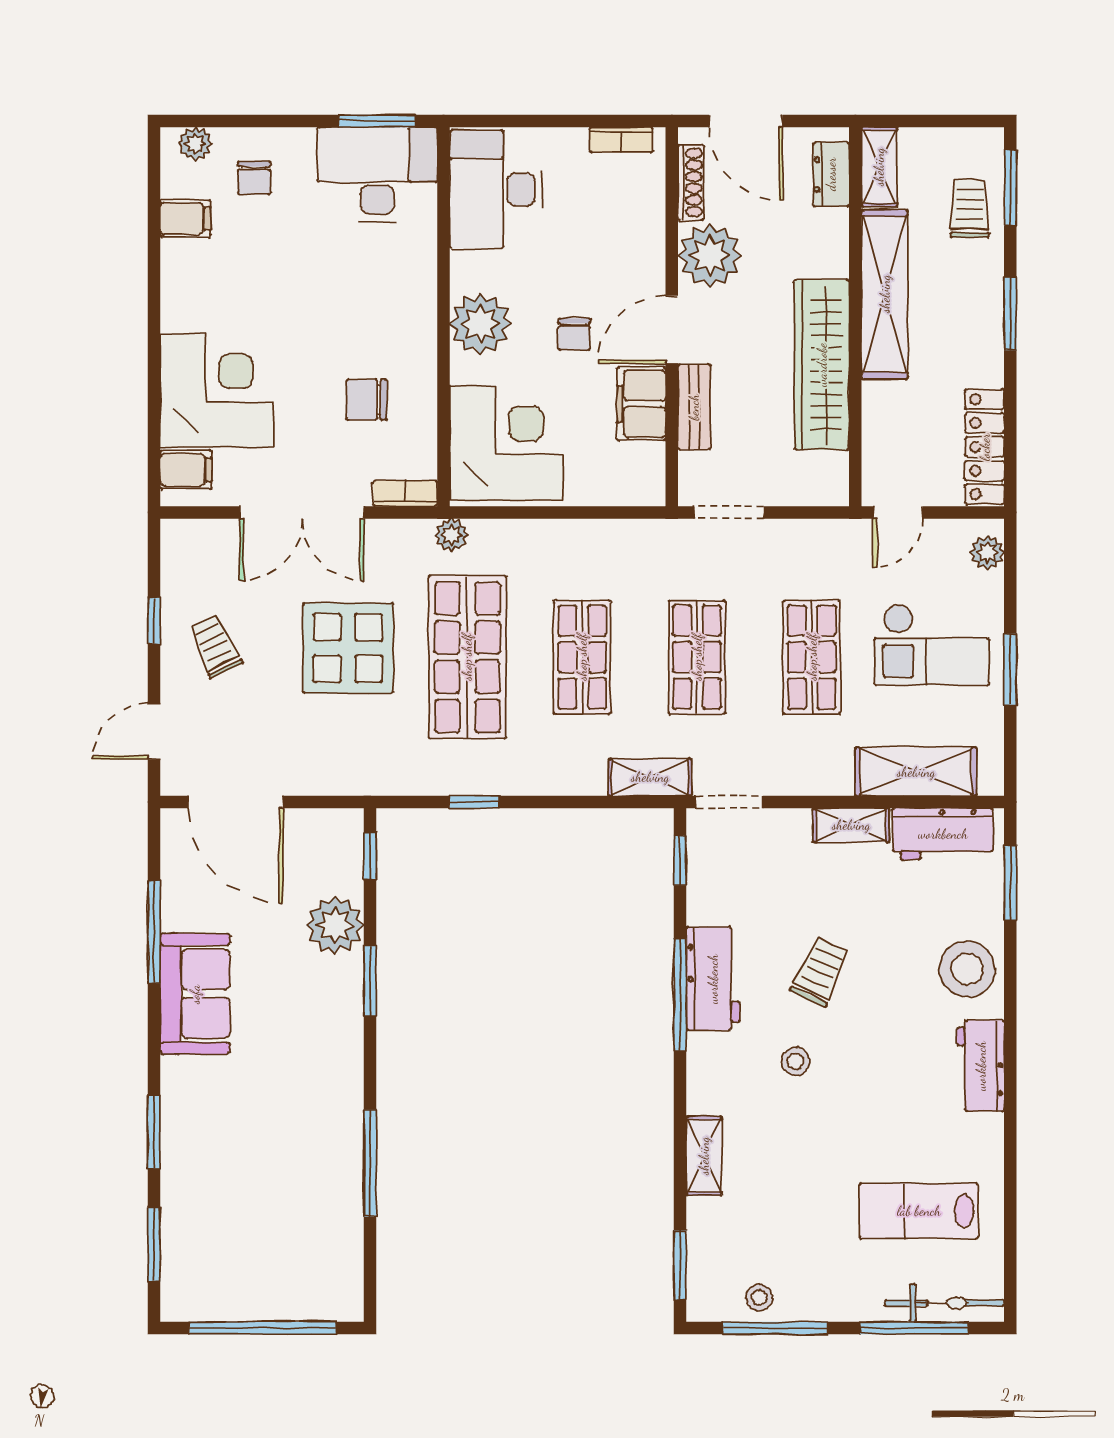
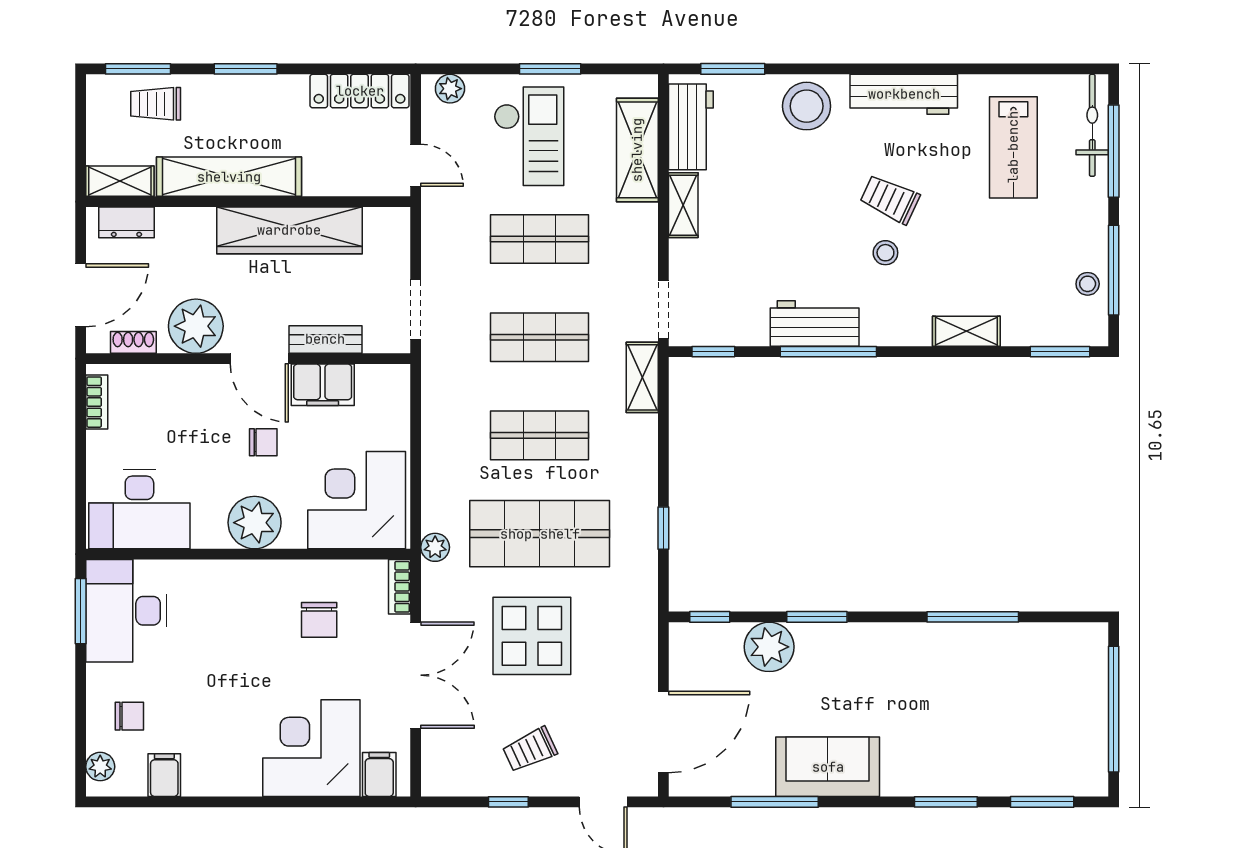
shoe rack: (691, 182) -> (133, 342), width x0.70
trolley: (820, 972) -> (890, 199), moved
workbench: (981, 1066) -> (904, 94), width x1.38

